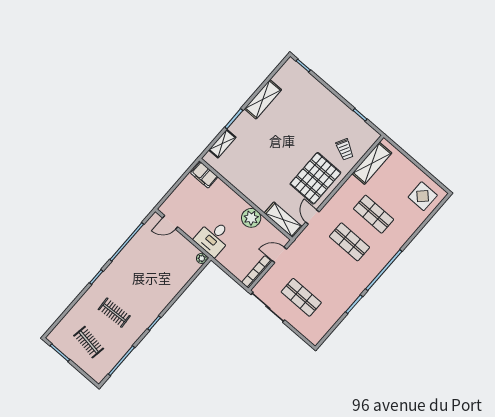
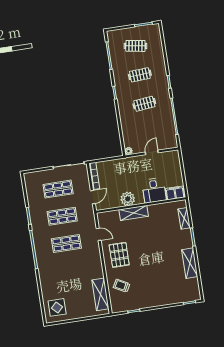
pallet: (315, 178) -> (119, 255), width x0.73, depth x0.71
shop shelf: (374, 214) -> (62, 216), moved
shelving: (283, 220) -> (134, 213), moved
door: (170, 222) -> (152, 152), moved
desk: (213, 238) -> (154, 190), moved, turned 180
clothes rail: (140, 283) -> (144, 104), added

